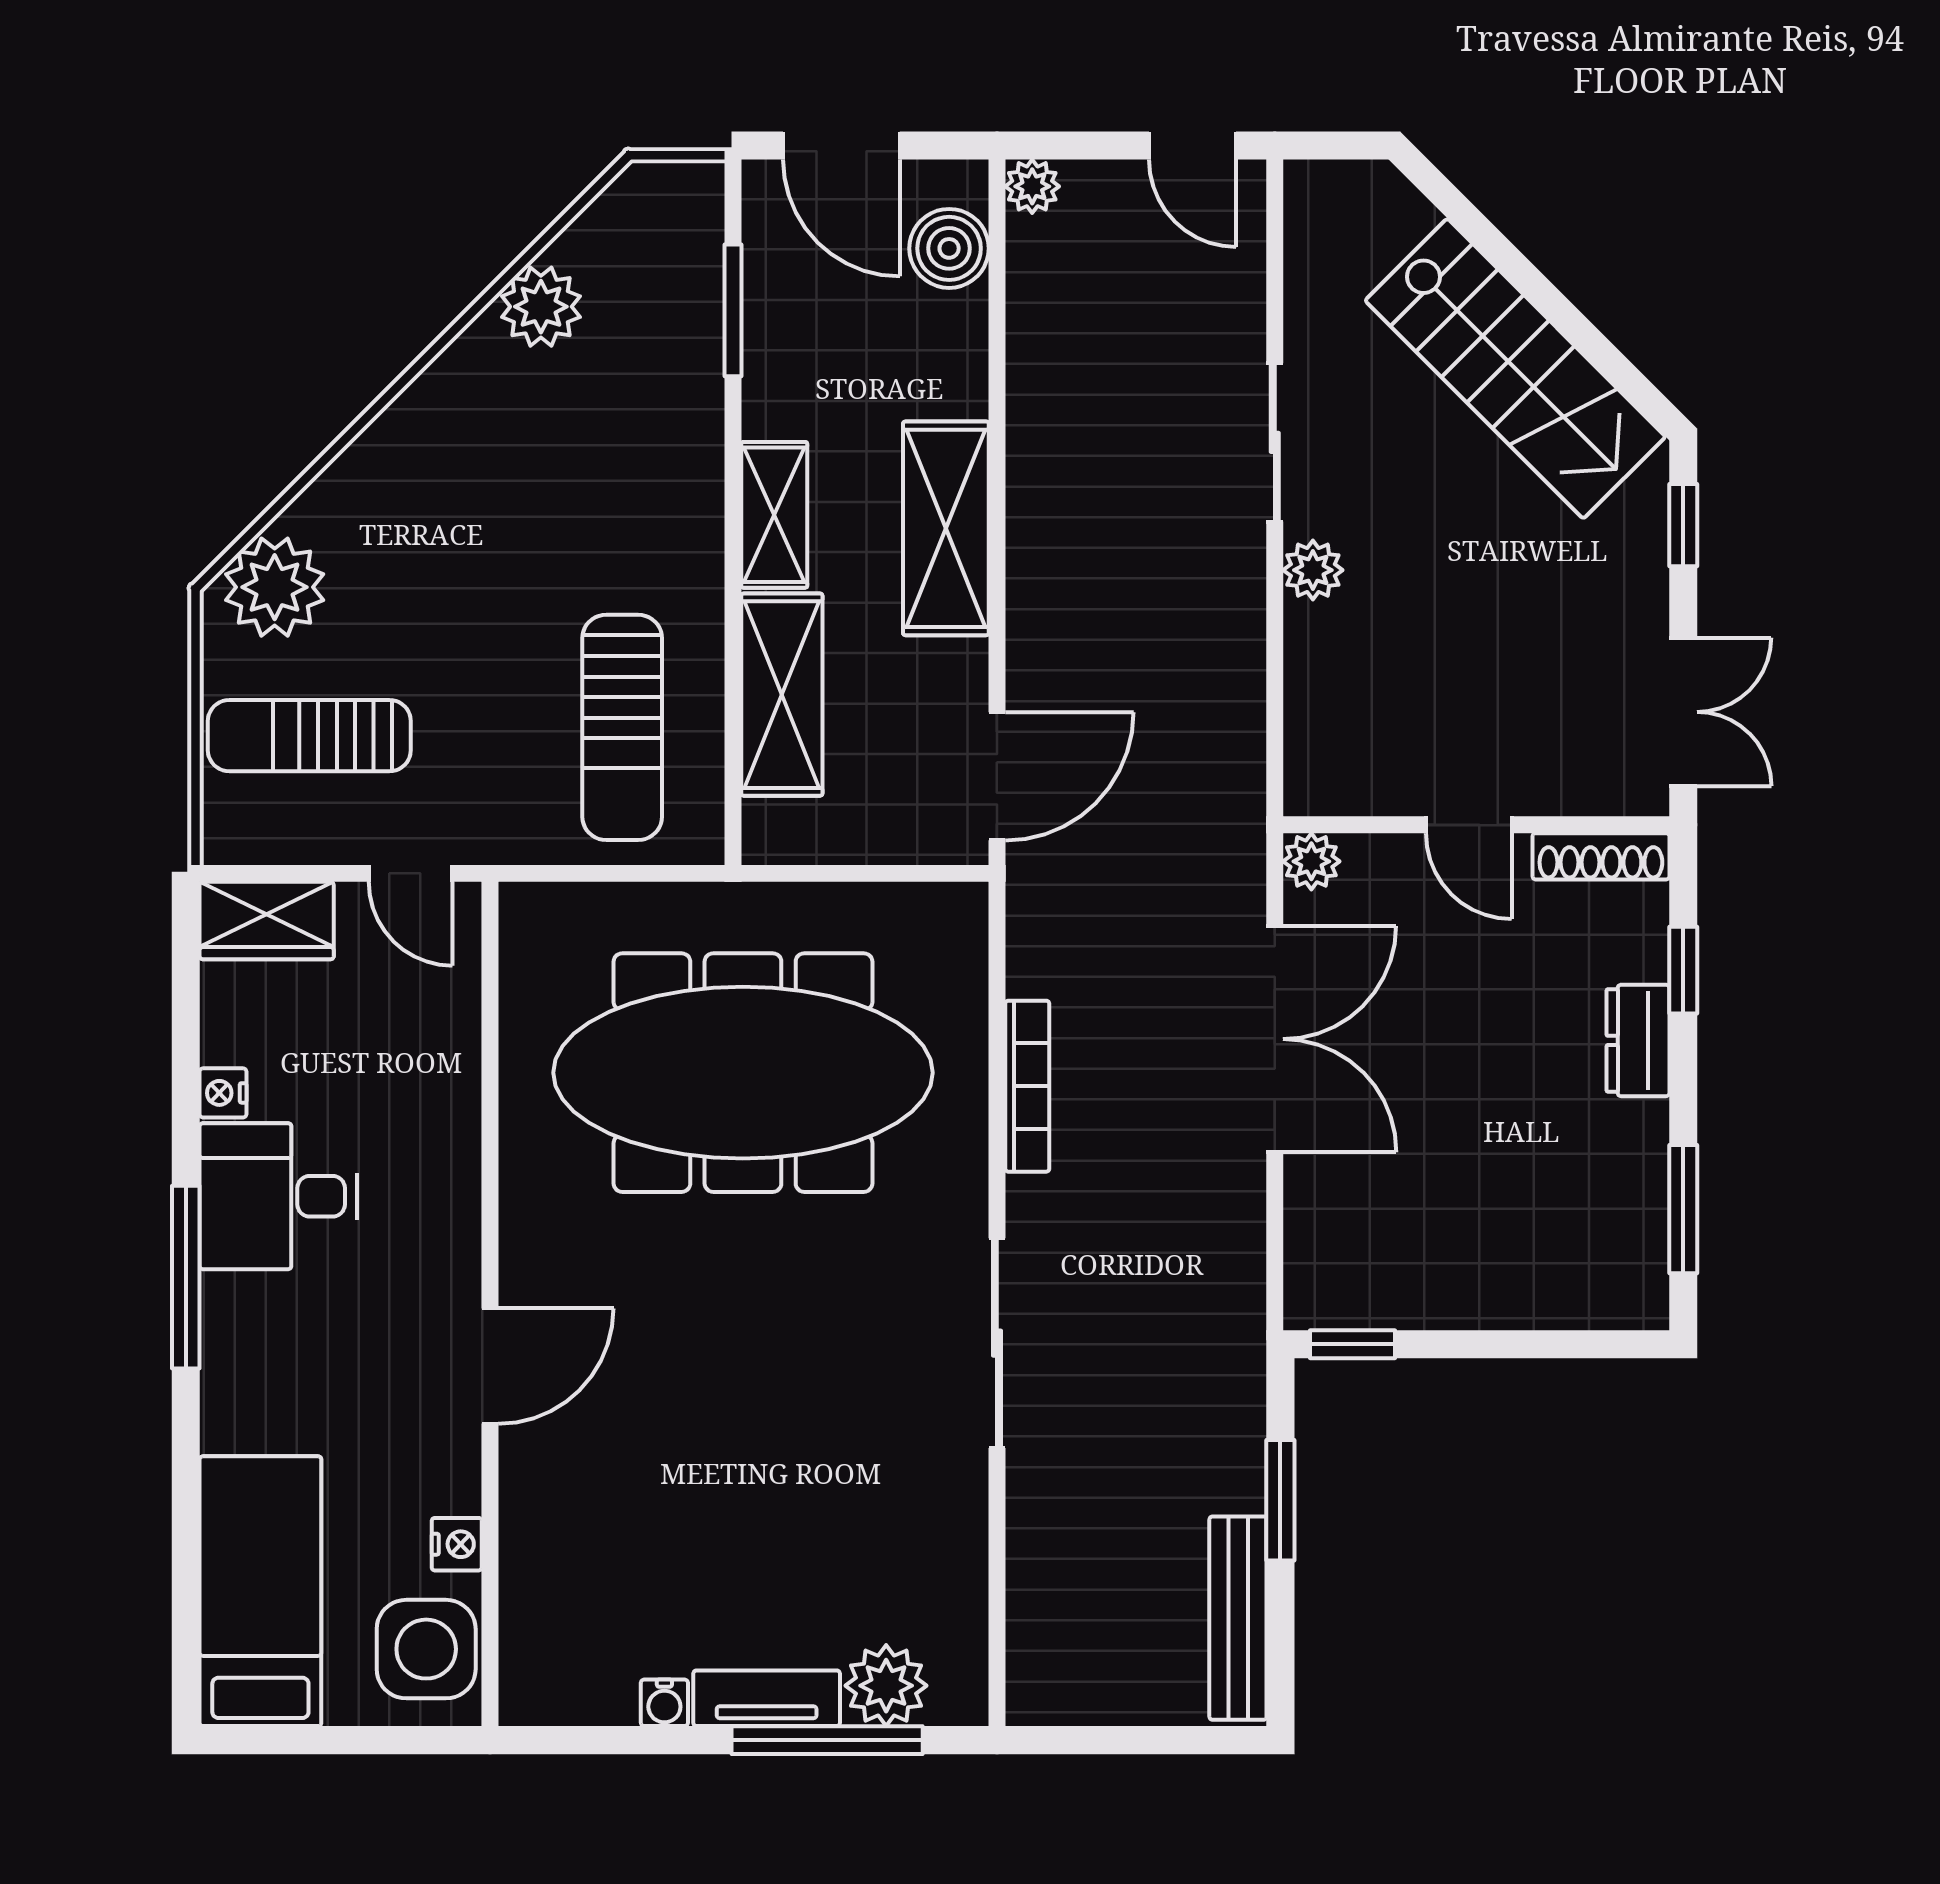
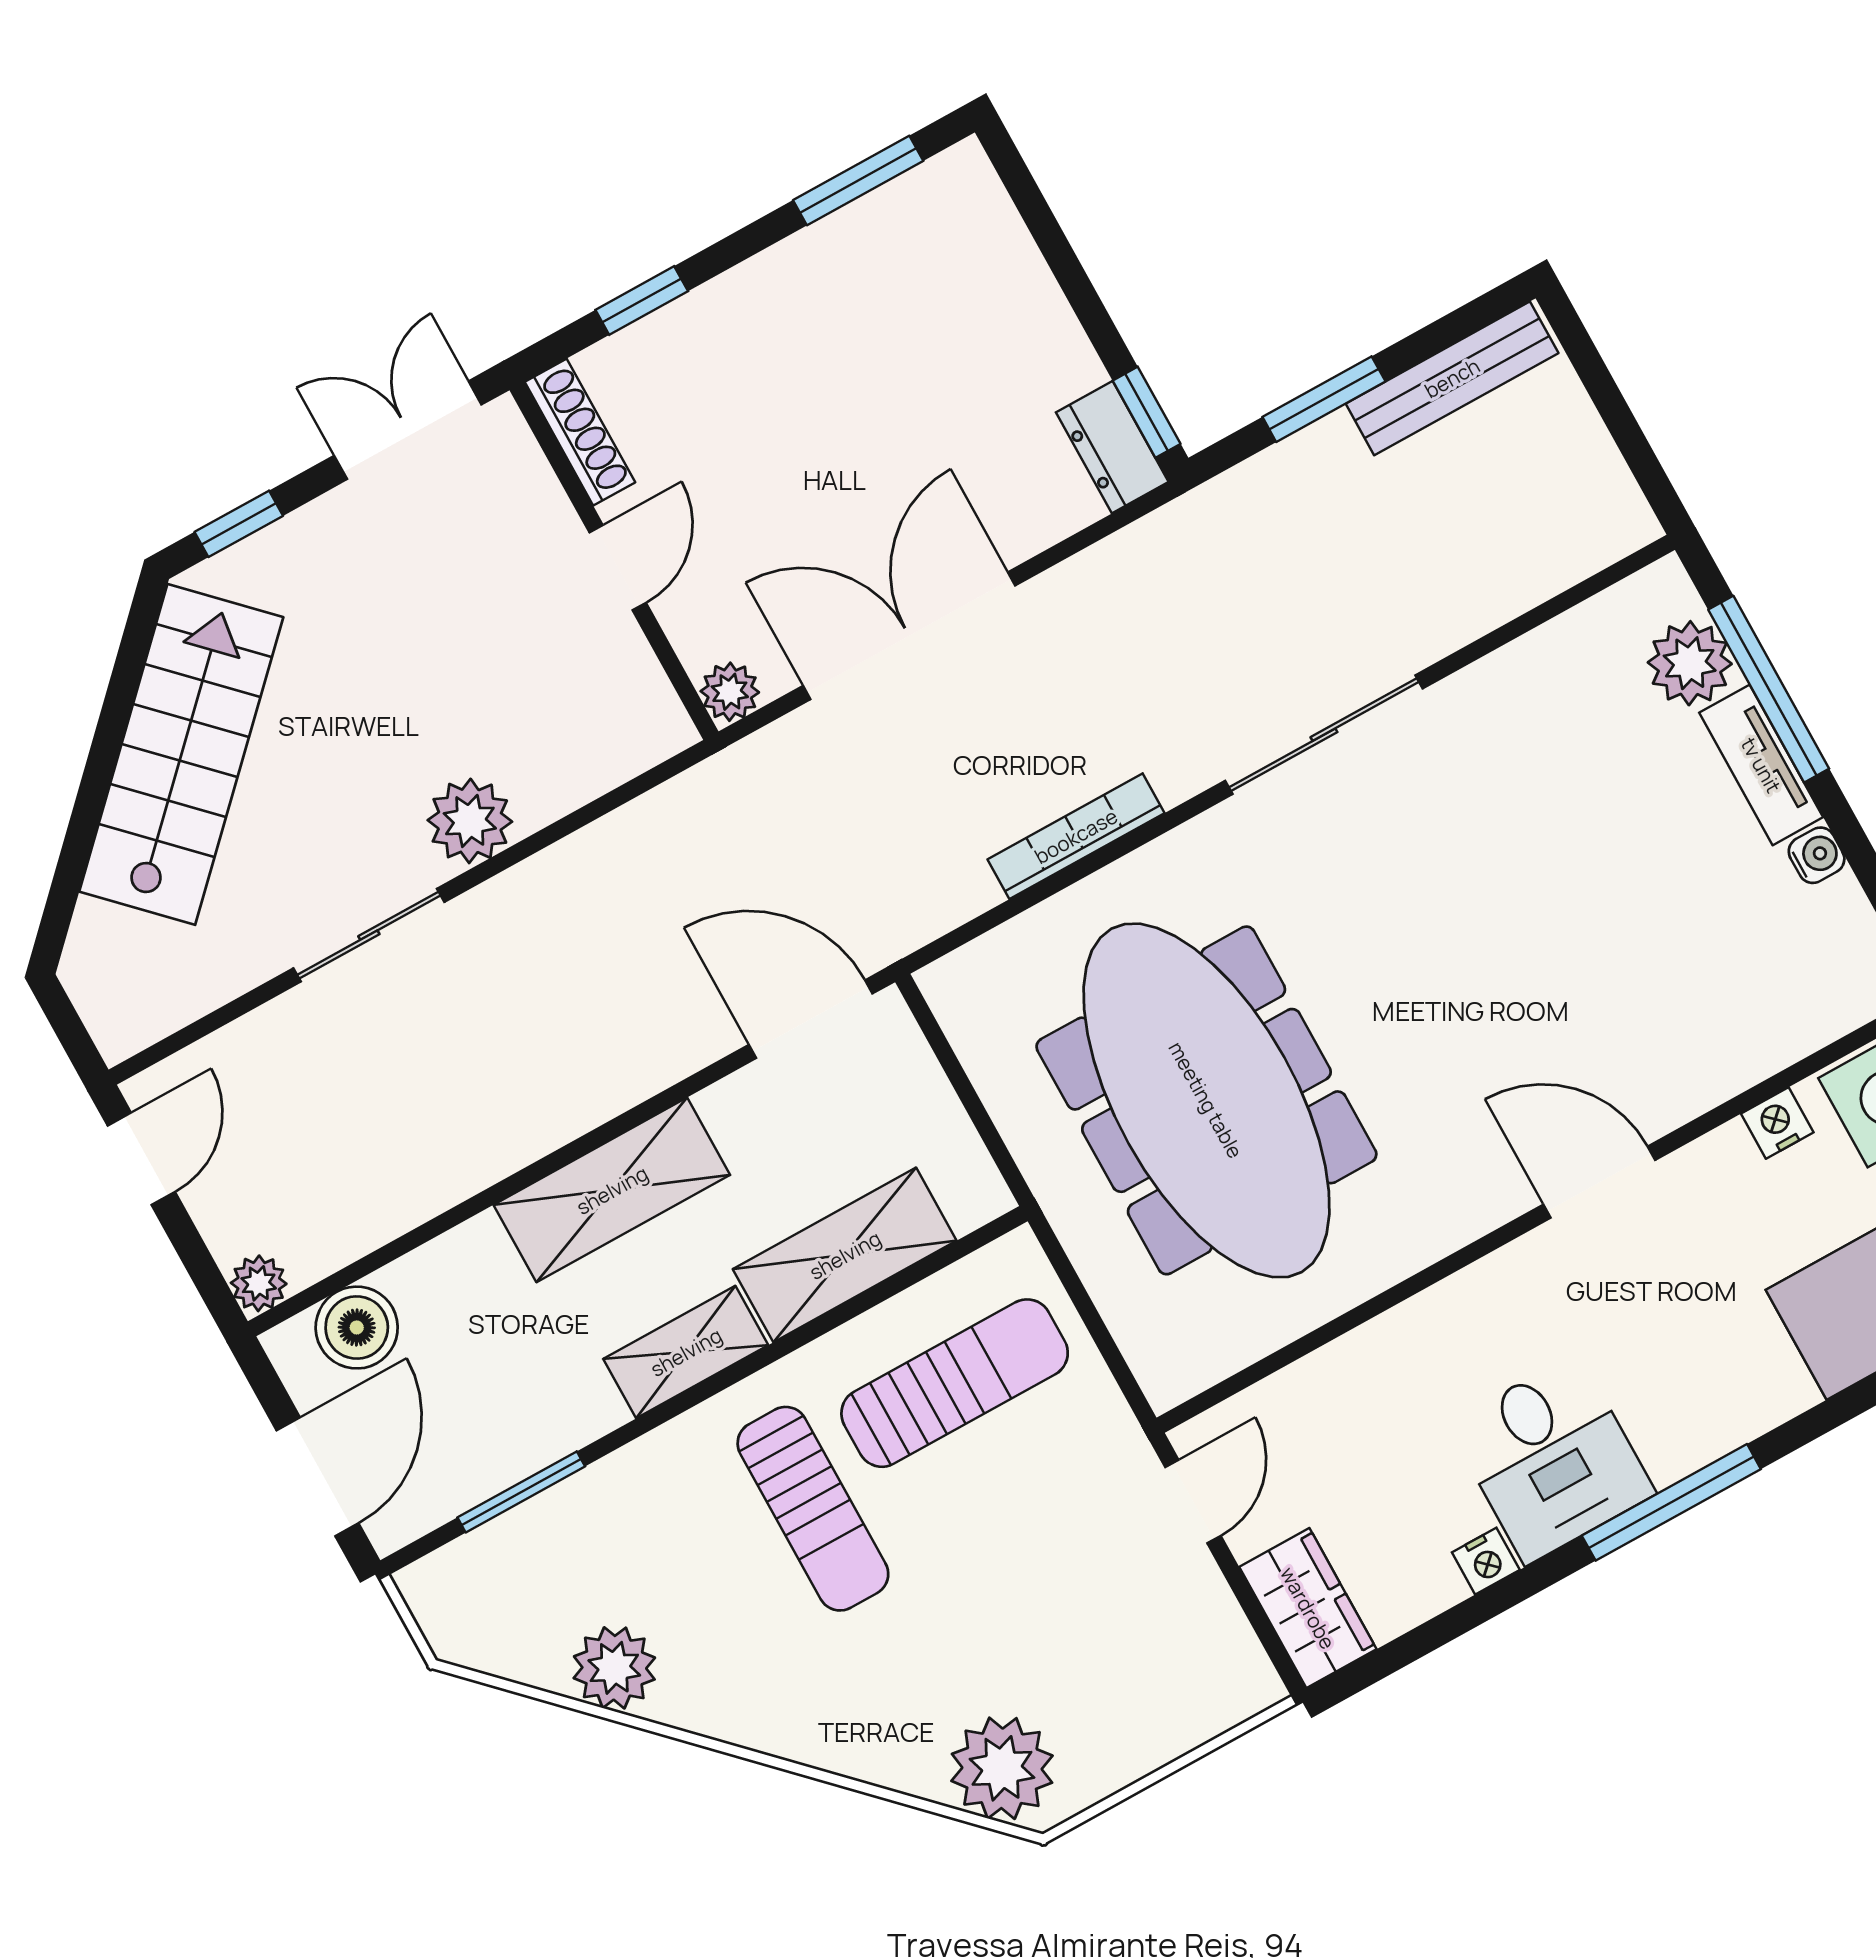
plant: (1313, 570) -> (470, 821), width x1.38, depth x1.38
sun lounger: (309, 736) -> (813, 1509), moved
dresser: (1638, 1040) -> (1112, 447), moved, turned 90

